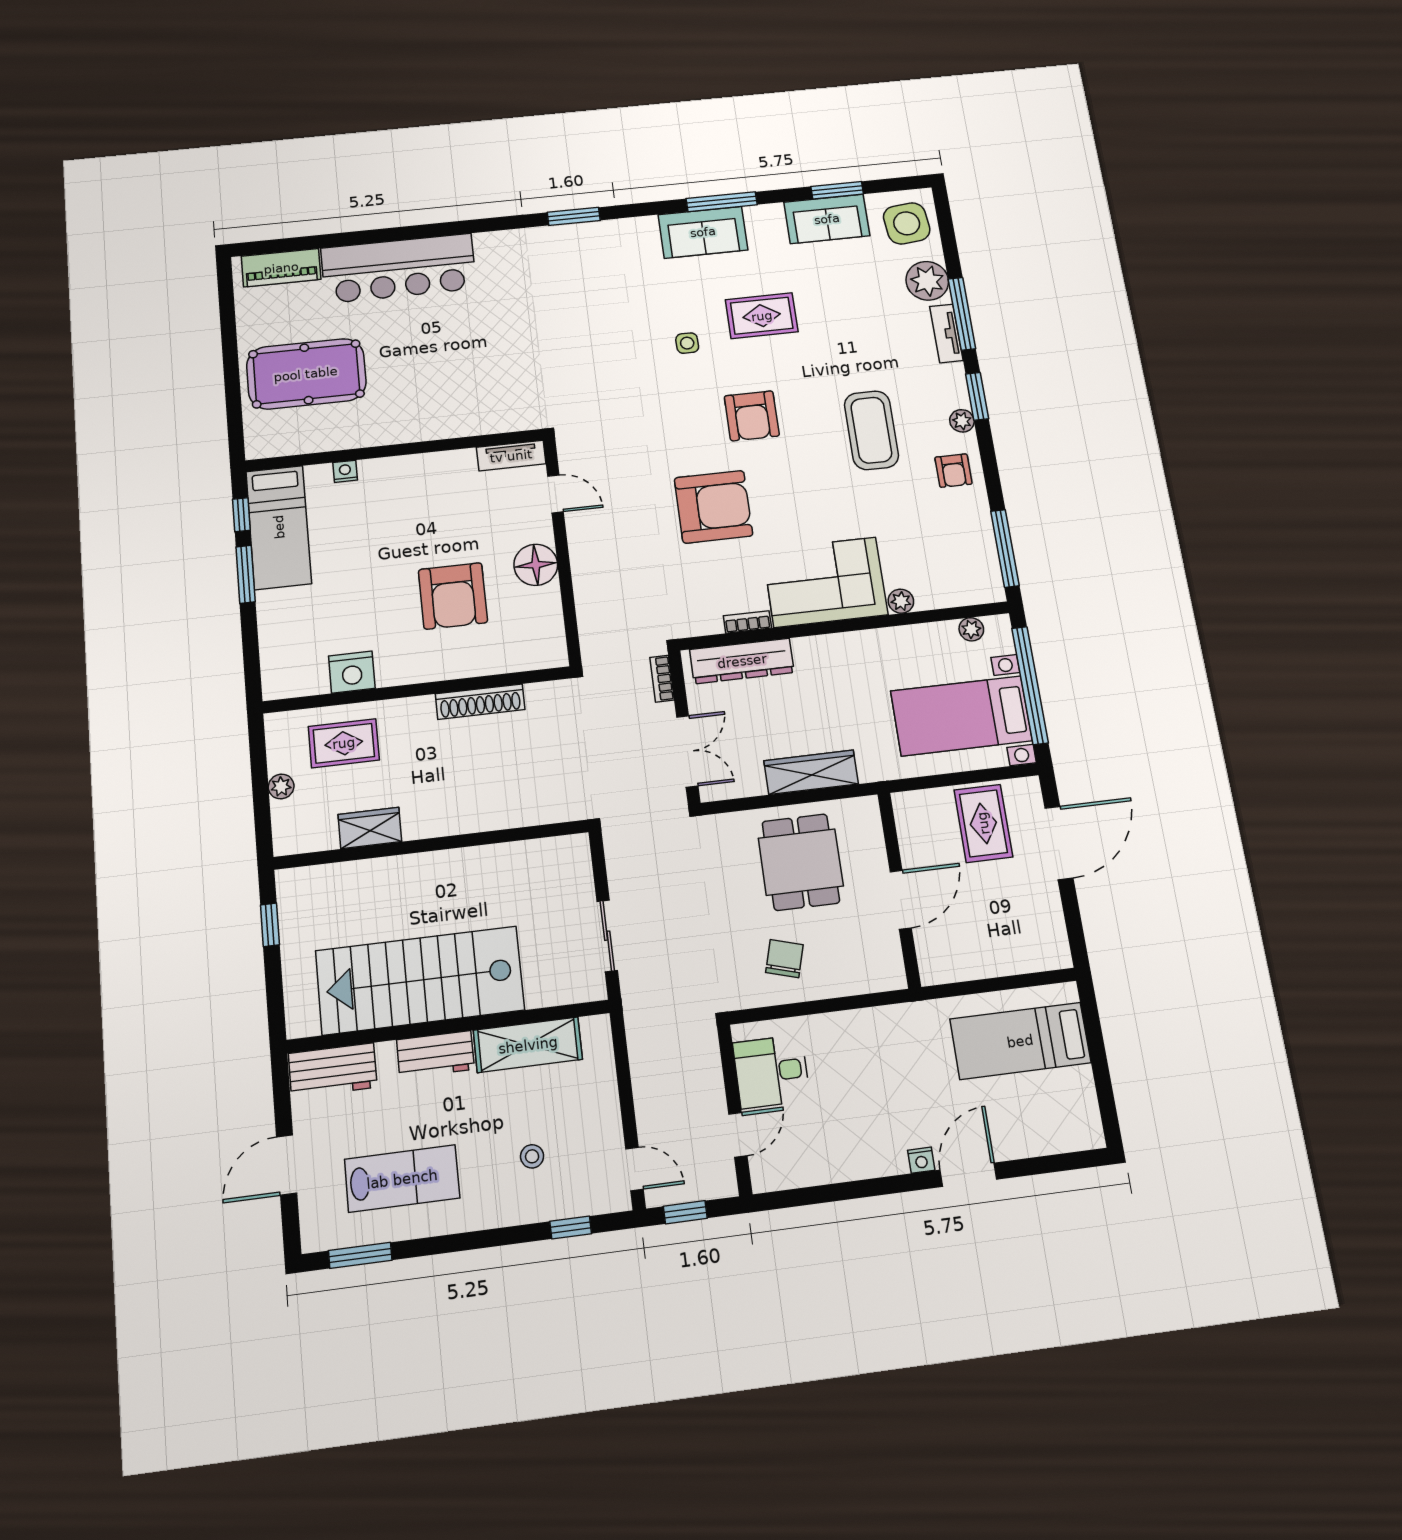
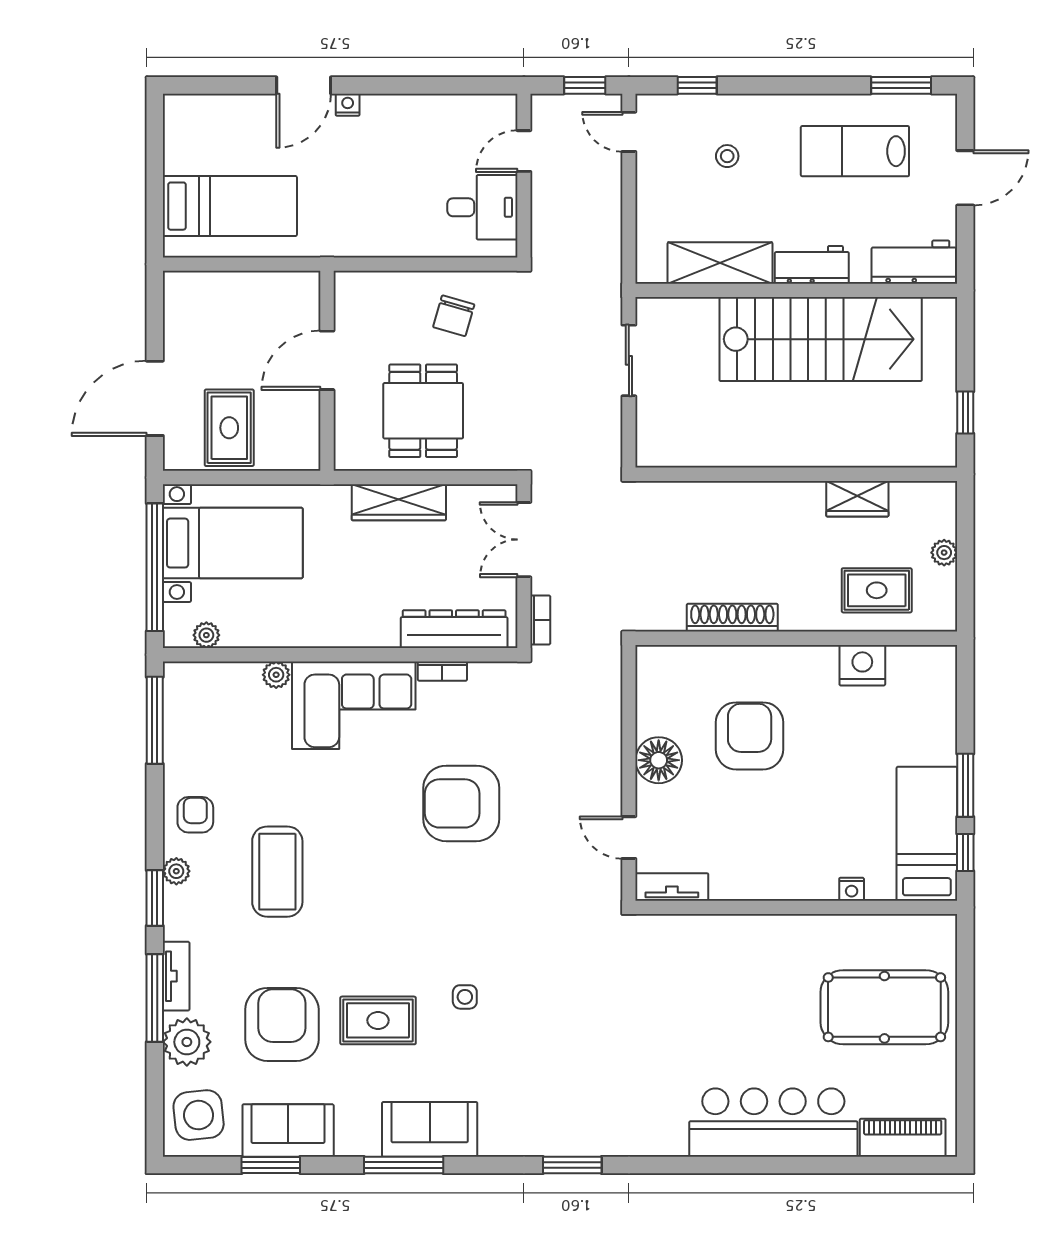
armchair: (752, 416) -> (282, 1024), moved, width x1.36, depth x1.36

